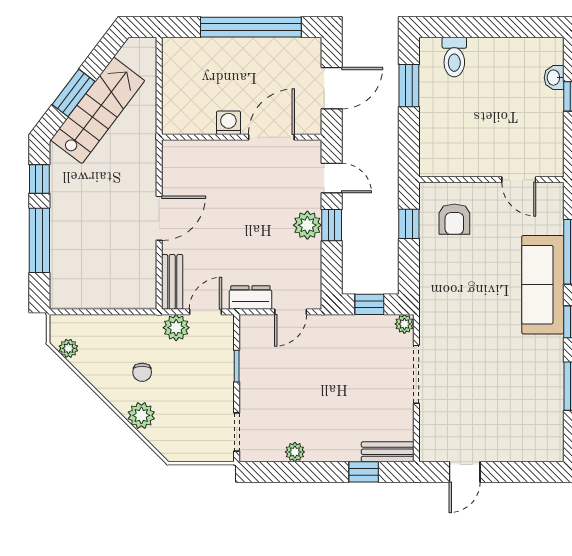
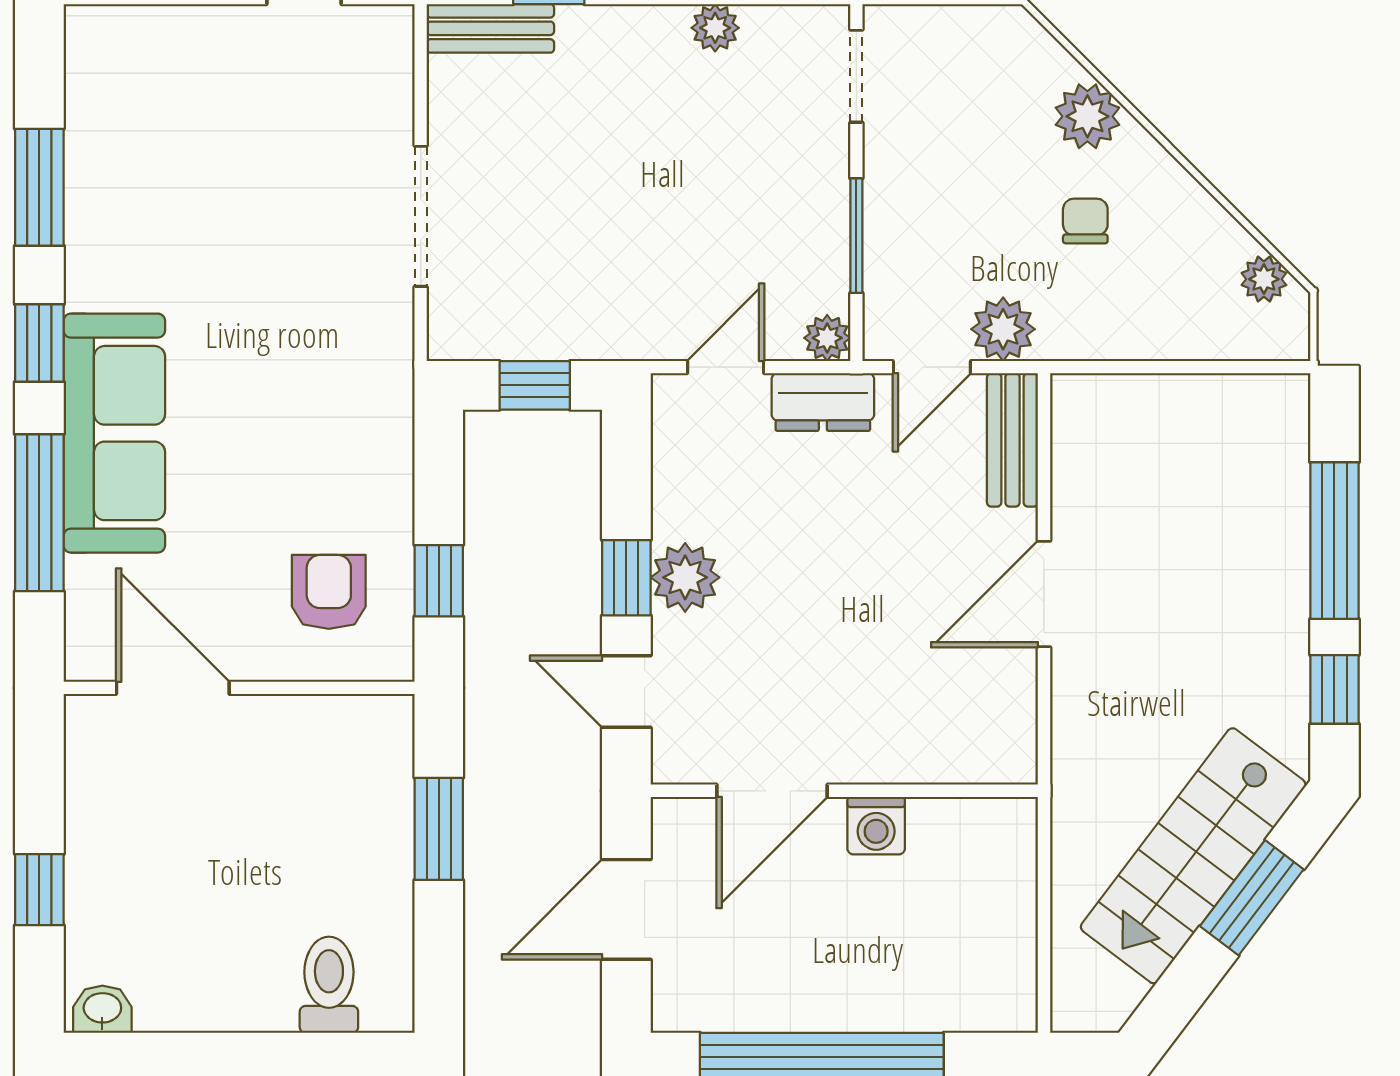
washbasin: (554, 78) -> (102, 1009), moved, turned -90
window: (409, 86) -> (439, 829), moved
door: (519, 180) -> (173, 688), width x1.38
plant: (404, 324) -> (827, 338), moved
window: (237, 366) -> (856, 236), width x1.50

